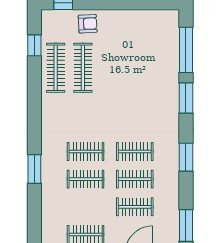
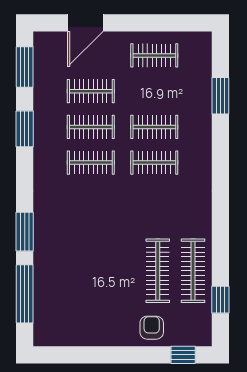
armchair: (88, 24) -> (152, 328), turned 93
window: (186, 157) -> (25, 129), moved
window: (34, 169) -> (220, 96), moved

